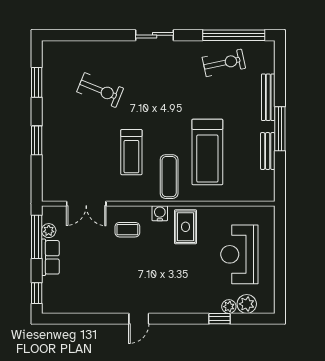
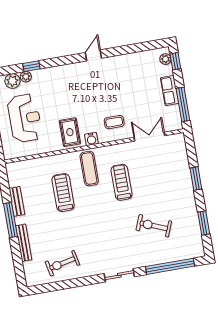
window: (234, 35) -> (170, 266), moved
treadmill: (207, 152) -> (63, 193), width x0.73, depth x0.73
plant: (49, 231) -> (165, 59), moved

